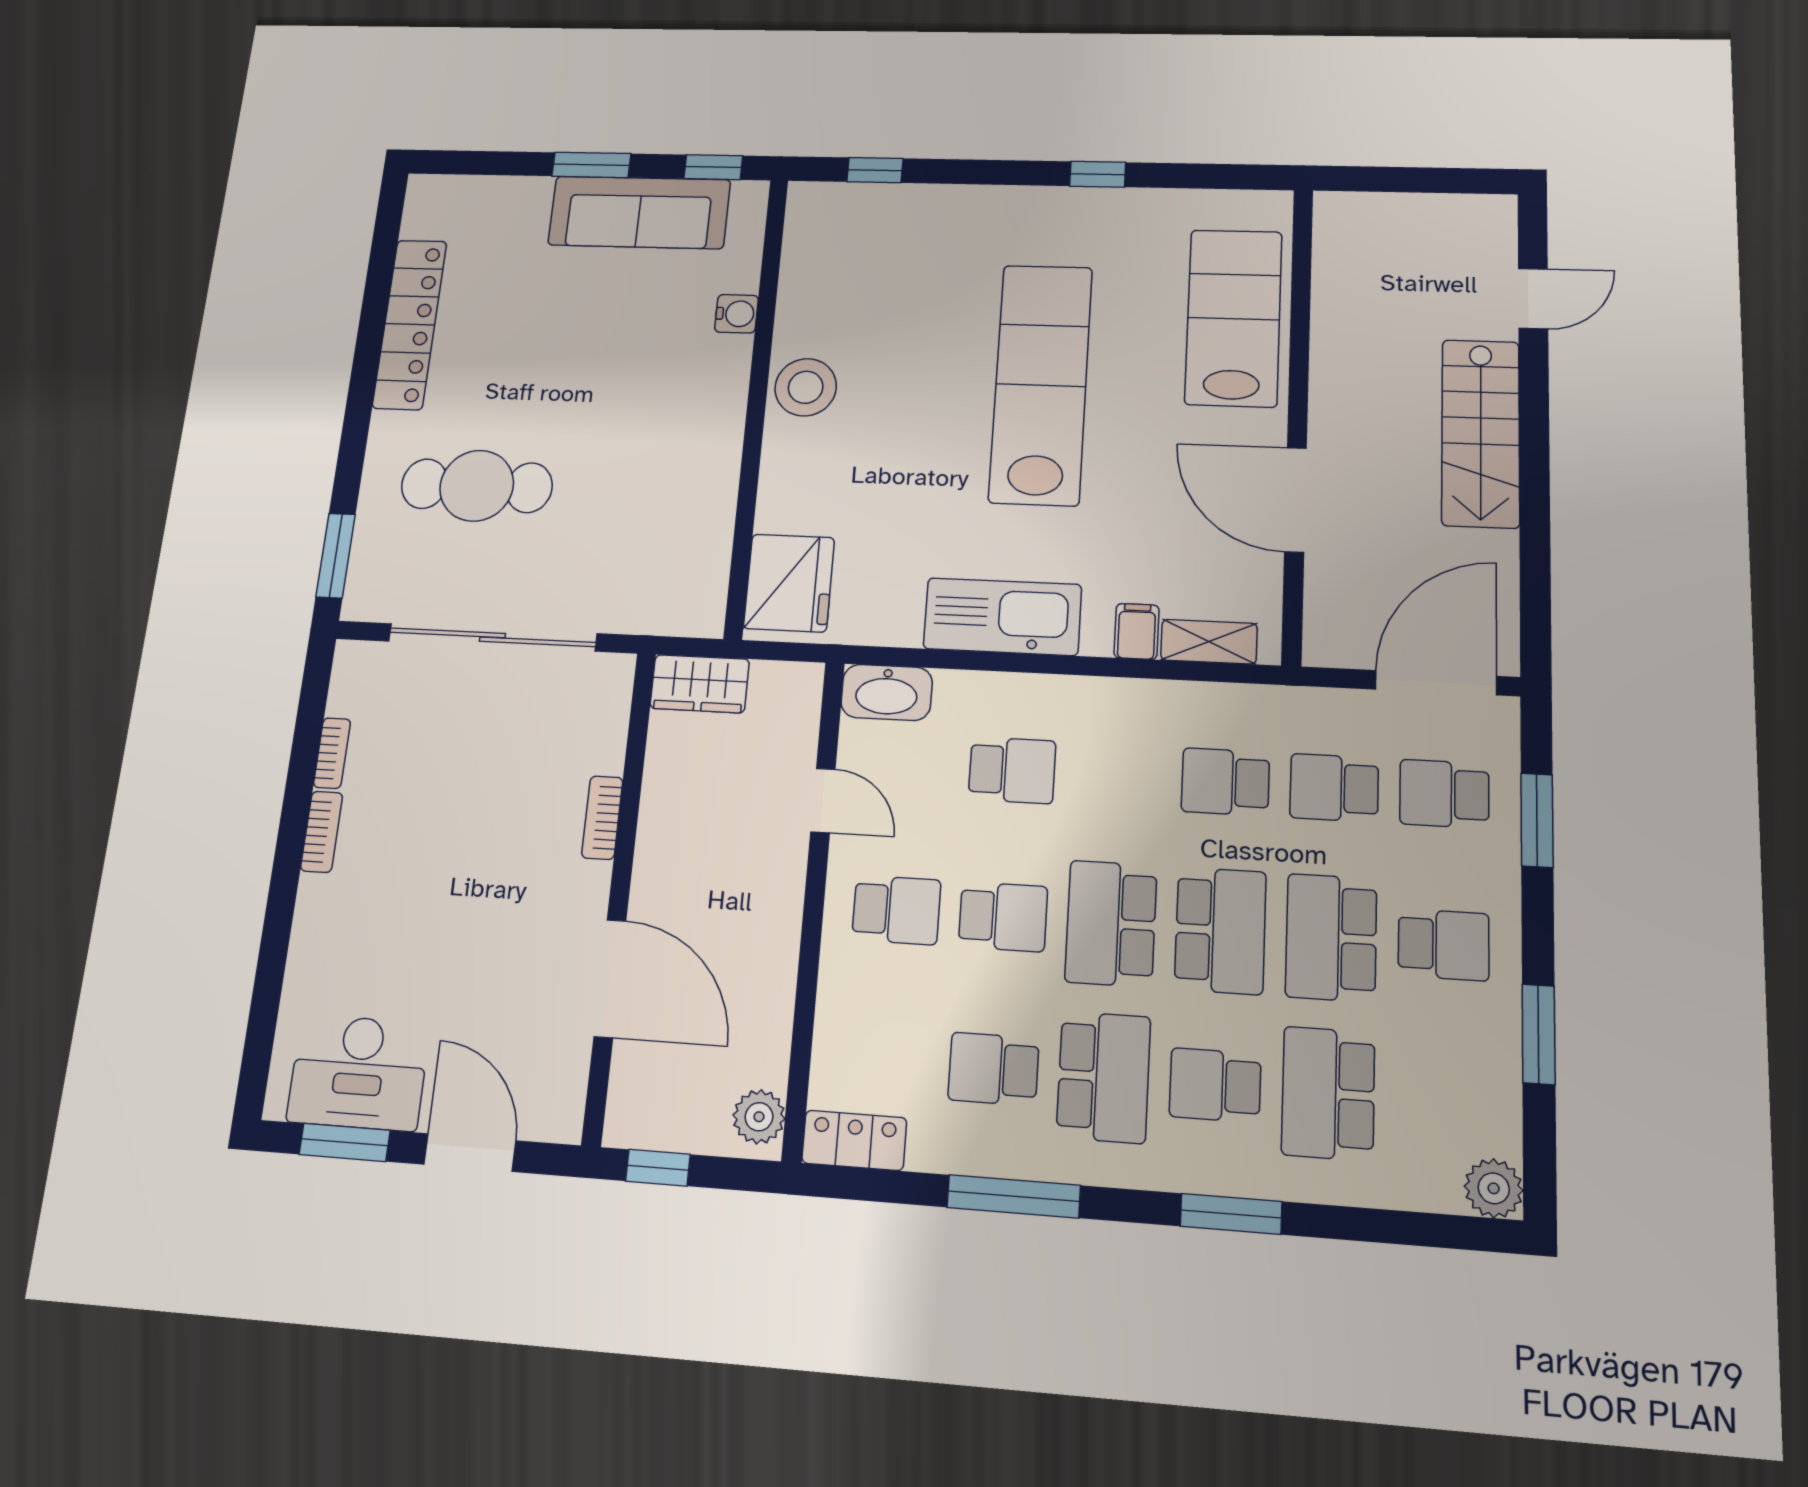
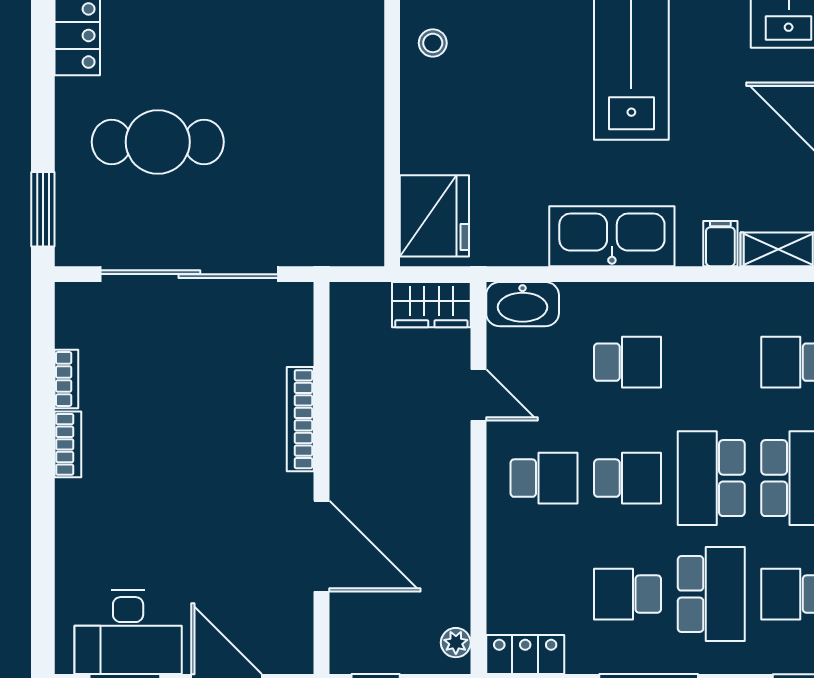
stool: (806, 387) -> (433, 43), width x0.53, depth x0.53
wardrobe: (700, 684) -> (431, 305), moved
bookcase: (602, 818) -> (300, 419), width x1.56
plant: (759, 1117) -> (456, 643), width x0.73, depth x0.73

